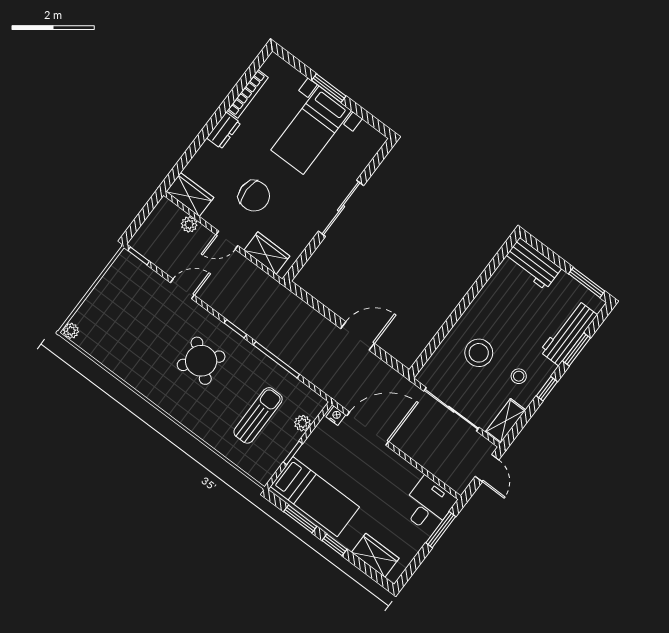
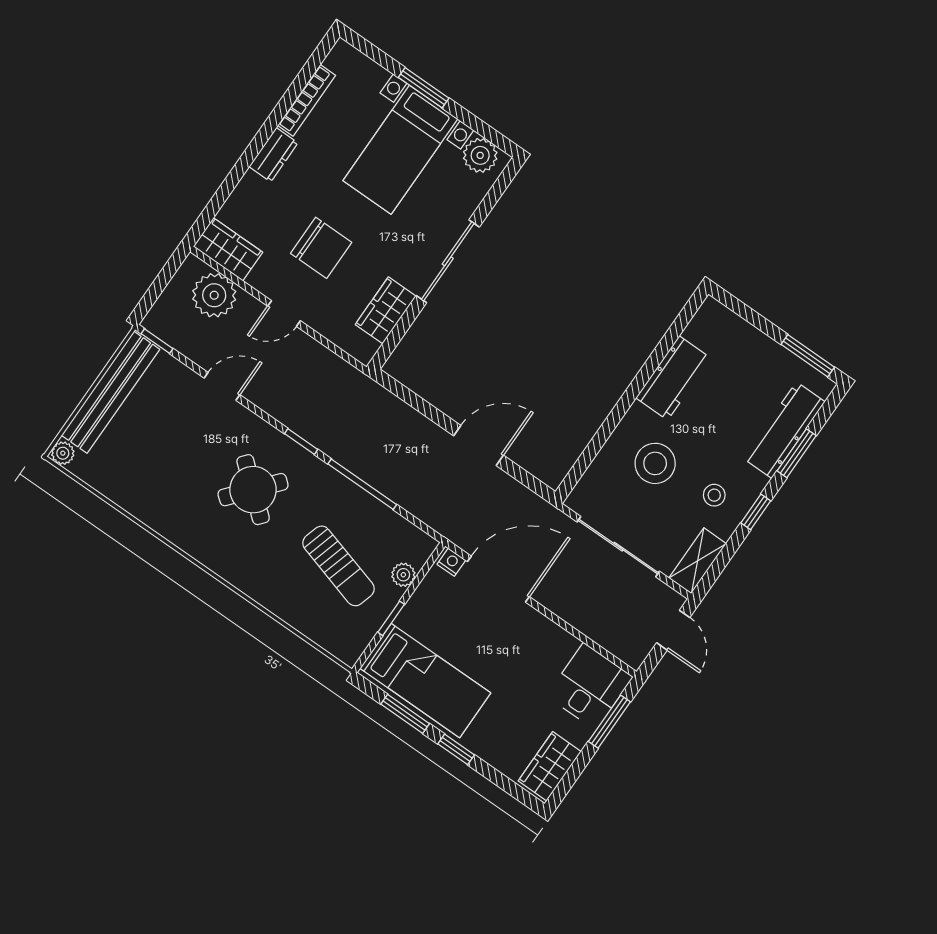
plant: (366, 136) -> (480, 155), added
plant: (189, 224) -> (214, 295), width x1.88, depth x1.88
wardrobe: (267, 253) -> (386, 310), moved, turned -90
workbench: (533, 264) -> (673, 378), moved, turned -90
bench: (105, 290) -> (111, 392), added
sun lounger: (258, 415) -> (338, 566), turned 106
wardrobe: (375, 555) -> (550, 766), moved, turned -90

